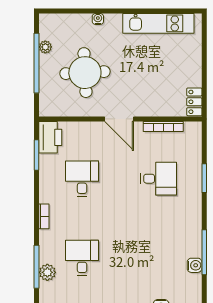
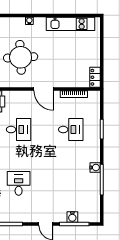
desk: (82, 179) -> (19, 130), turned 90
water cooler: (195, 265) -> (95, 167), moved

